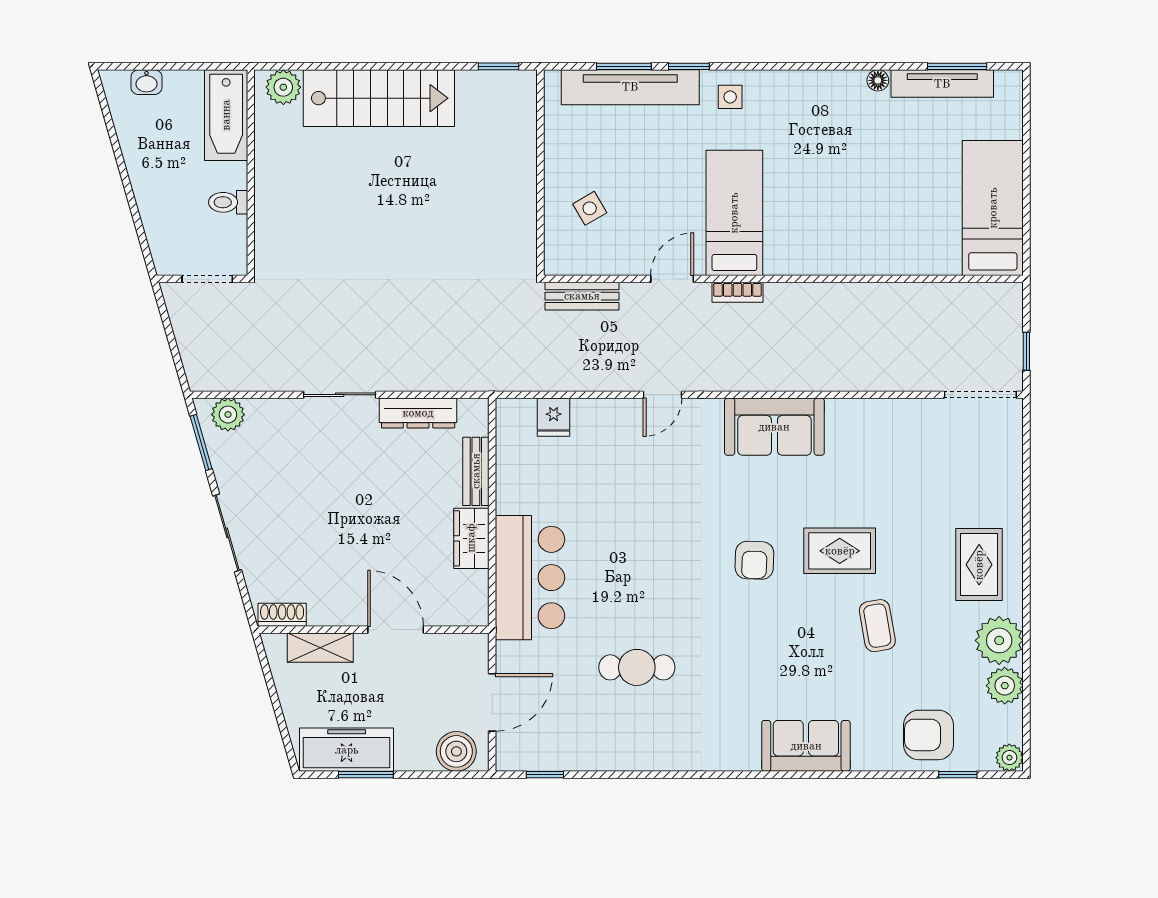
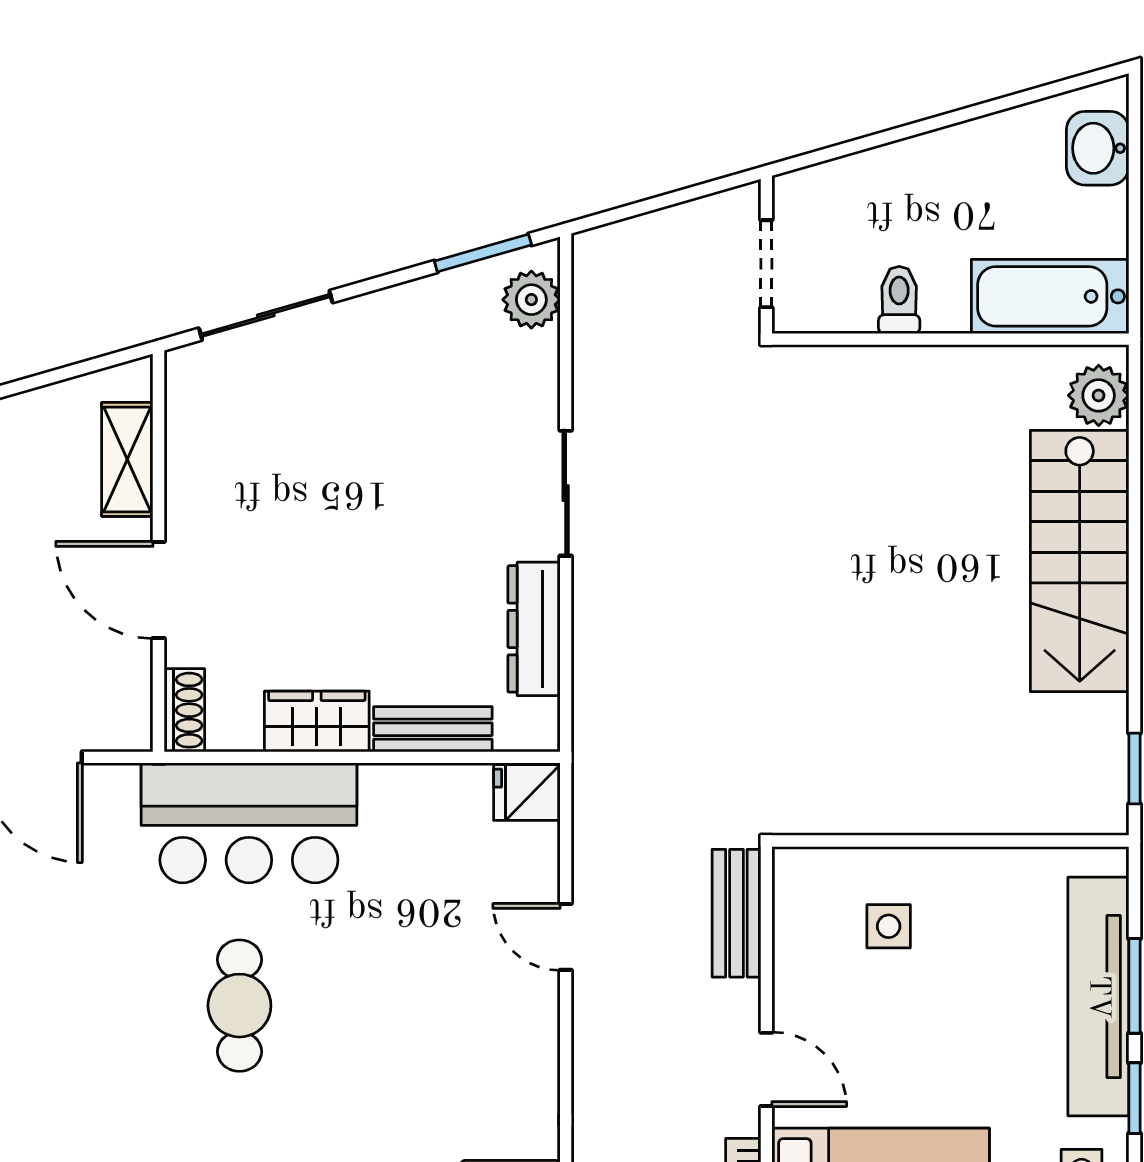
washbasin: (146, 82) -> (1098, 148), width x1.38, depth x1.45
side table: (590, 208) -> (889, 926), turned 30
door: (662, 395) -> (566, 937), moved
fridge: (554, 417) -> (527, 793), moved
sliding door: (227, 533) -> (266, 315), moved
shoe rack: (282, 615) -> (184, 710), moved
door: (396, 630) -> (159, 590), swing flipped
cafe table: (637, 667) -> (239, 1006), moved

